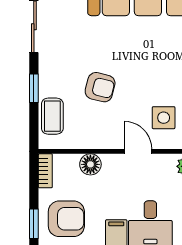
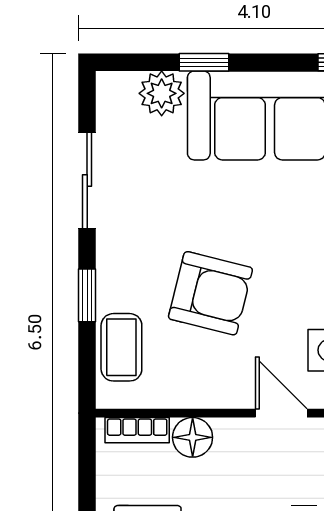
armchair: (100, 87) -> (210, 293), width x1.38, depth x1.38
bookcase: (45, 171) -> (137, 430), moved, turned 90

